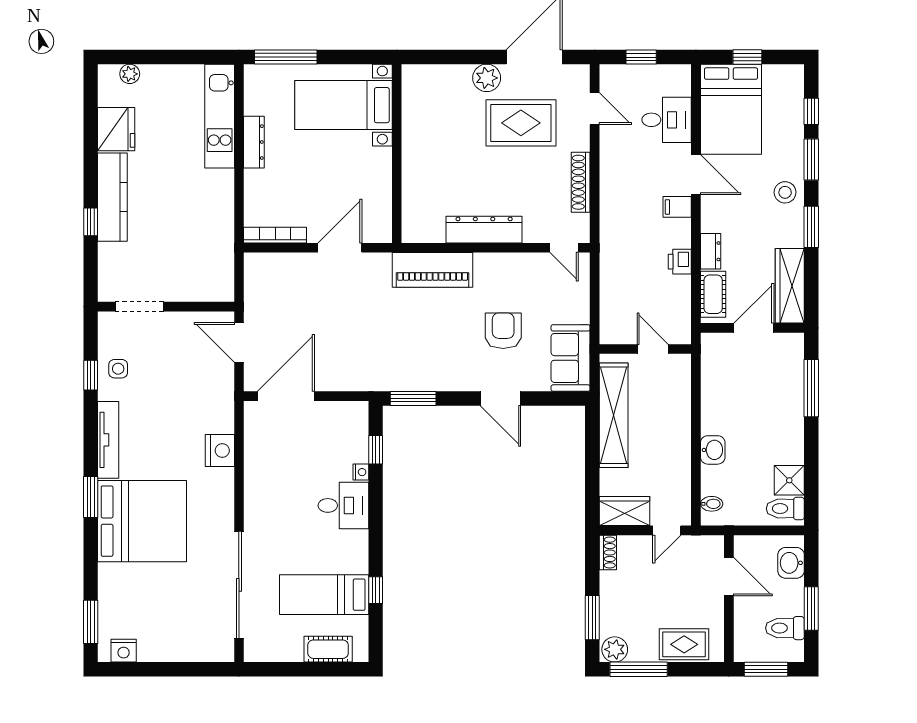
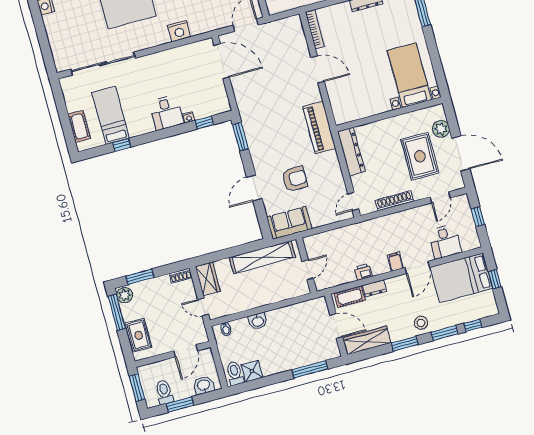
bed with nightstands: (344, 105) -> (409, 75), moved
wall: (397, 154) -> (389, 114), moved

